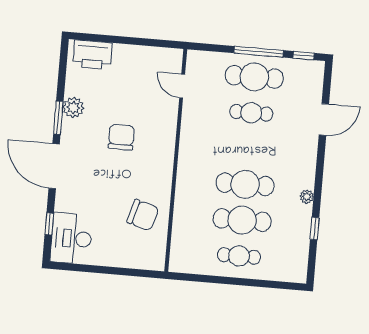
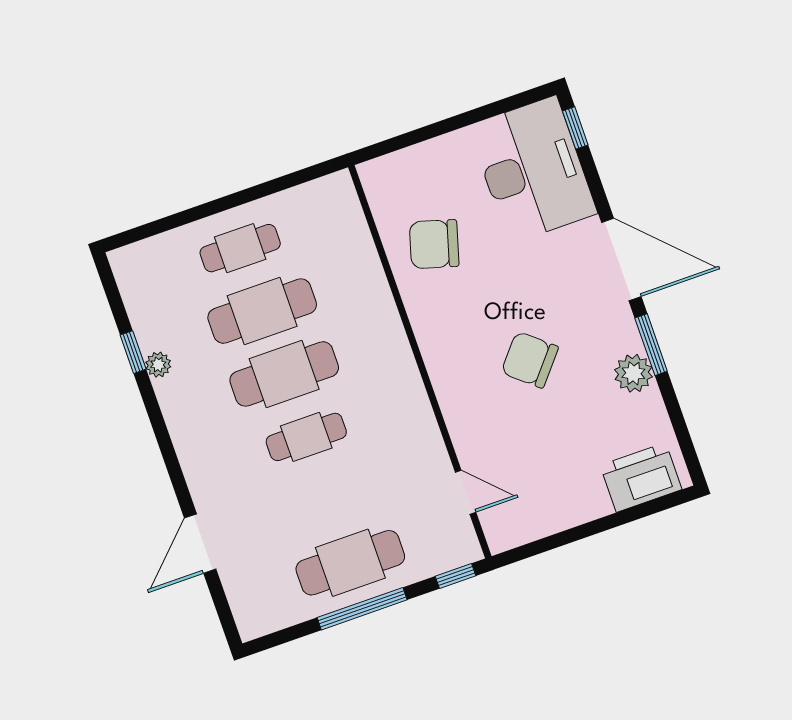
window: (304, 56) -> (456, 576), moved
cafe table: (251, 113) -> (306, 437), moved
chair: (121, 137) -> (530, 360), turned 130
plant: (307, 197) -> (158, 365), moved
window: (49, 224) -> (575, 128), moved
desk: (71, 238) -> (533, 170), width x1.36, depth x1.30

